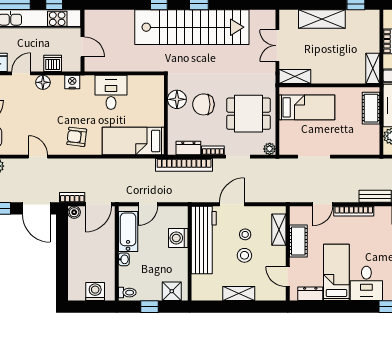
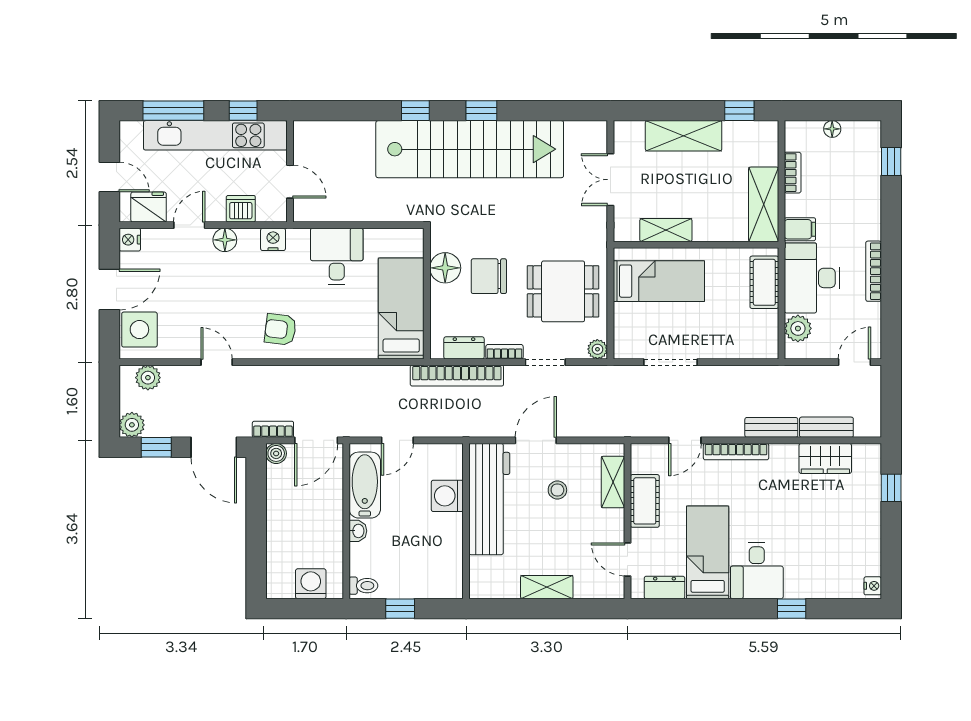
shelving: (373, 68) -> (764, 204), width x1.50, depth x1.33
shelving: (295, 76) -> (666, 230), moved
bed: (133, 141) -> (401, 309), moved, turned 90
stool: (244, 255) -> (556, 524), removed
shower: (172, 291) -> (437, 583), removed

